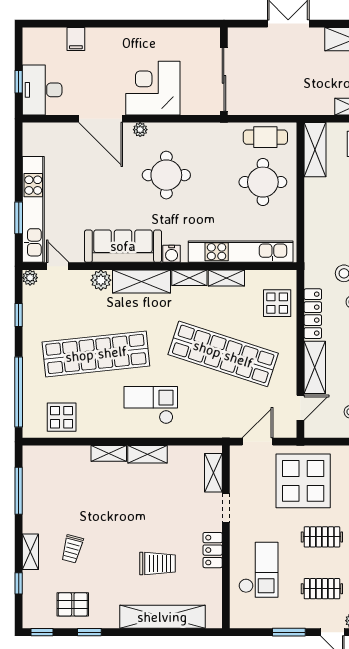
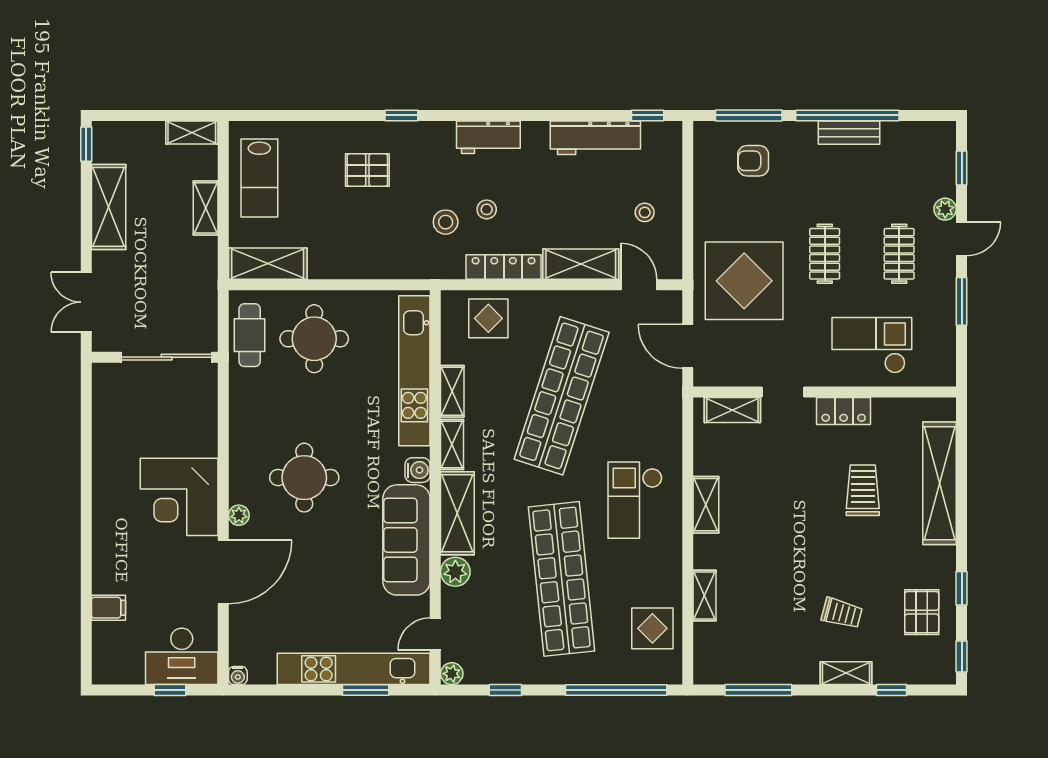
wall: (224, 71) -> (155, 357), moved
sliding door: (224, 79) -> (167, 357), moved
water cooler: (29, 129) -> (238, 675), added
shelving: (109, 453) -> (705, 596), moved

